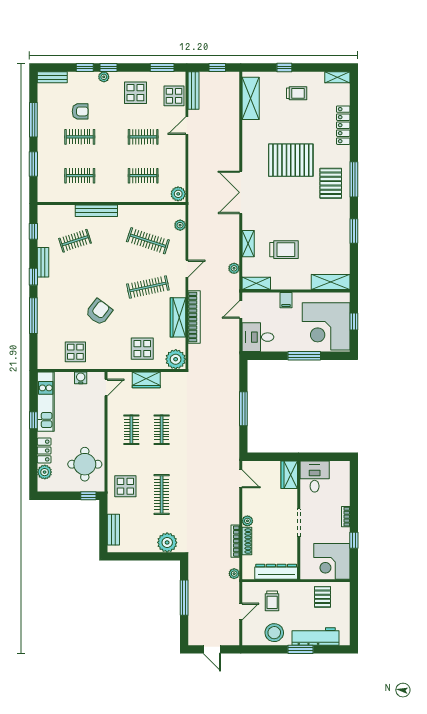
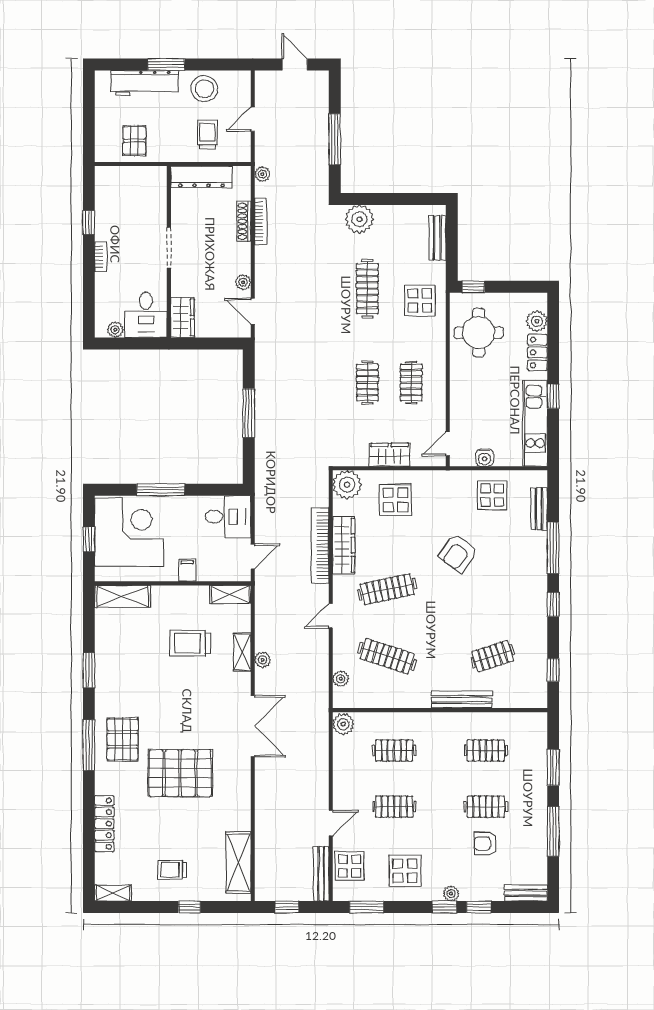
bench: (43, 262) -> (539, 509), moved
plant: (234, 268) -> (263, 660), moved
plant: (336, 466) -> (115, 330), added
plant: (247, 521) -> (243, 282), moved
corner desk: (332, 561) -> (121, 192), removed

